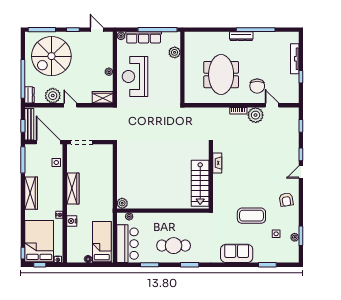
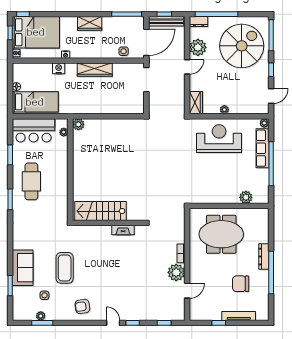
plant: (175, 52) -> (246, 197), moved
spiral stairs: (51, 56) -> (242, 46), turned 90
wall: (182, 67) -> (229, 206), moved
chair: (257, 86) -> (241, 284), moved
wardrobe: (31, 193) -> (90, 23), width x0.67
sofa: (237, 253) -> (23, 268), moved

